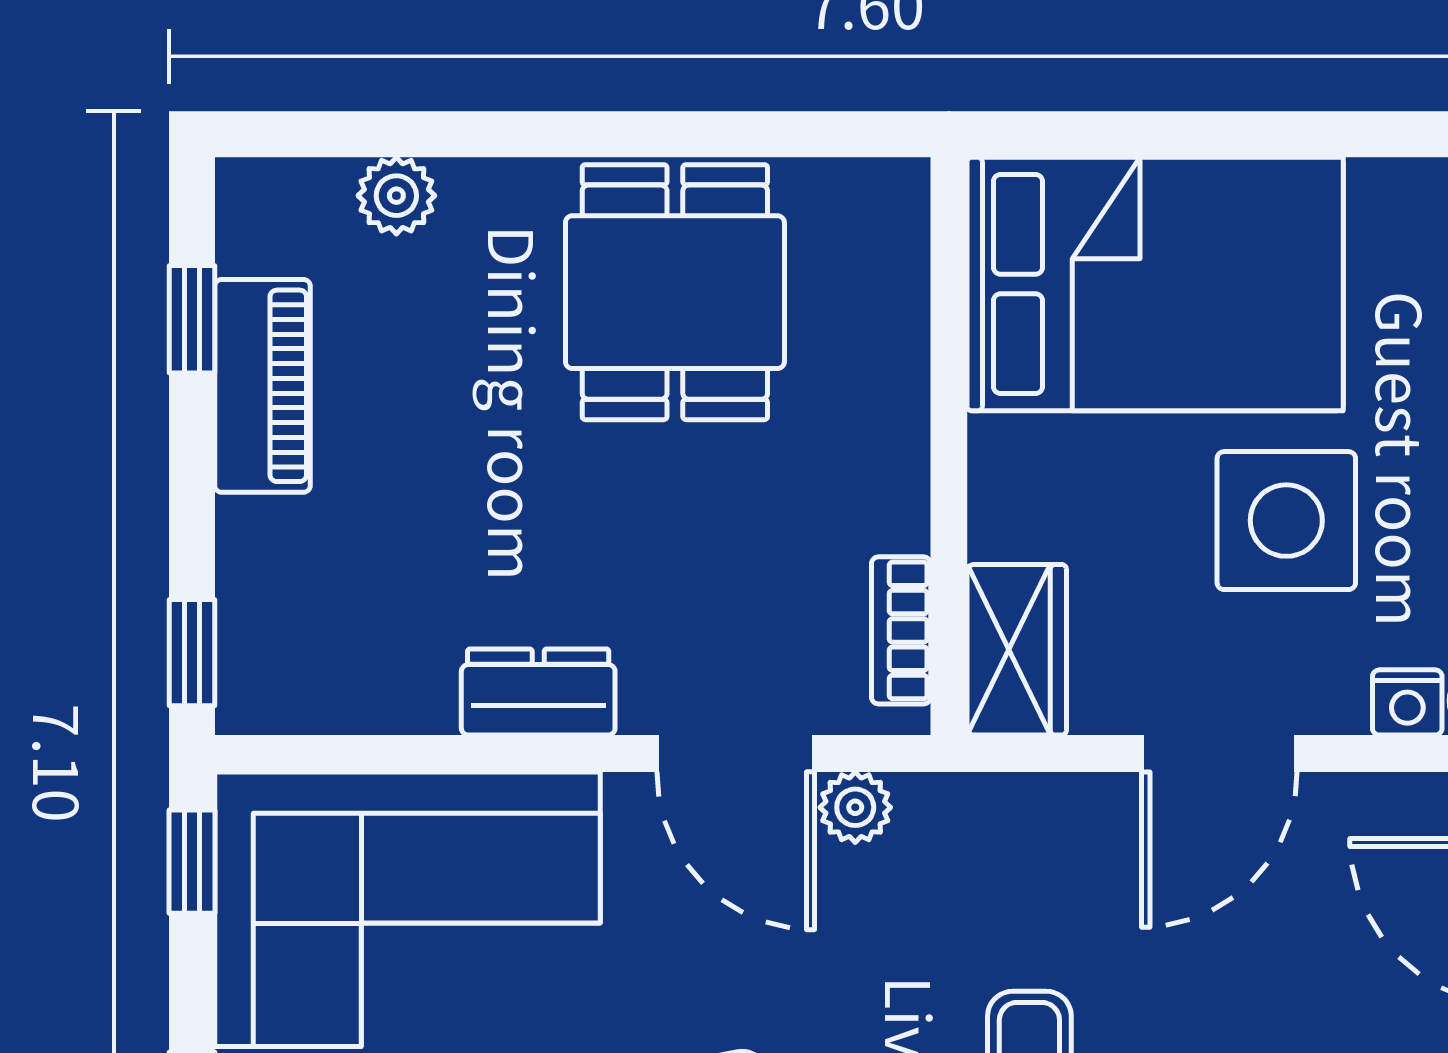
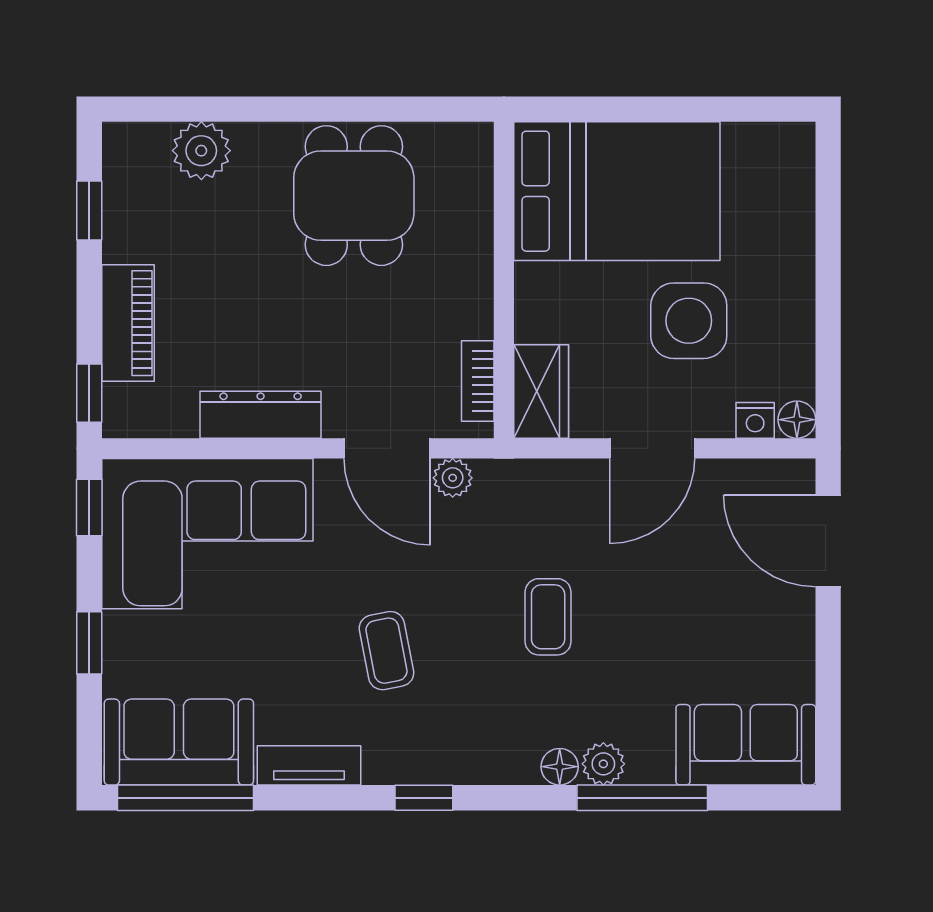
plant: (396, 196) -> (201, 151), width x1.38, depth x1.38
piano: (263, 386) -> (128, 323), moved
dresser: (538, 692) -> (261, 415), width x1.44

